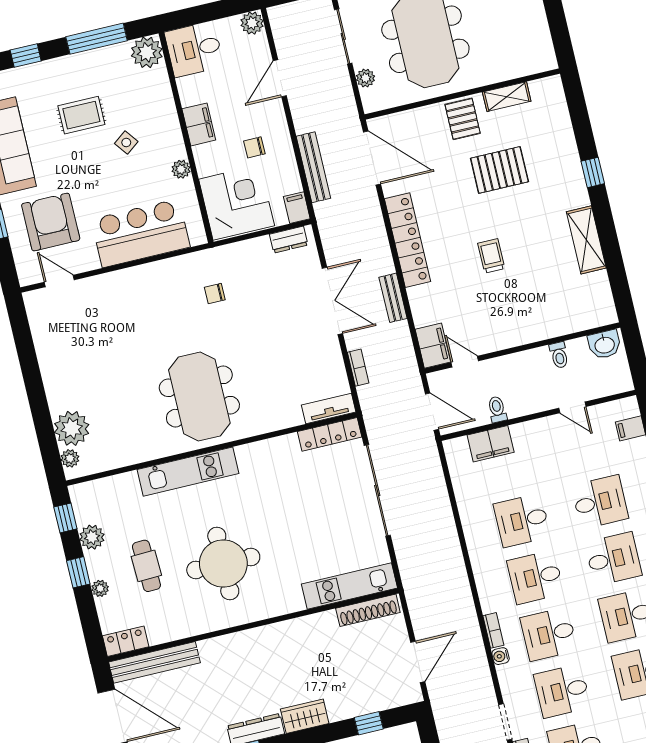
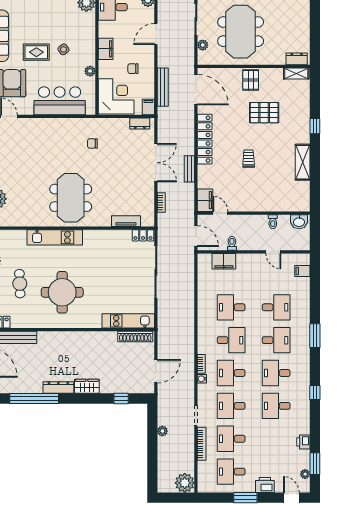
dresser: (534, 64) -> (297, 59), added
shelving: (507, 97) -> (296, 73), moved
rug: (81, 115) -> (36, 52), moved
tv unit: (329, 409) -> (126, 221), moved
locker: (330, 434) -> (143, 235), width x0.66
desk: (535, 577) -> (231, 340), turned 180

